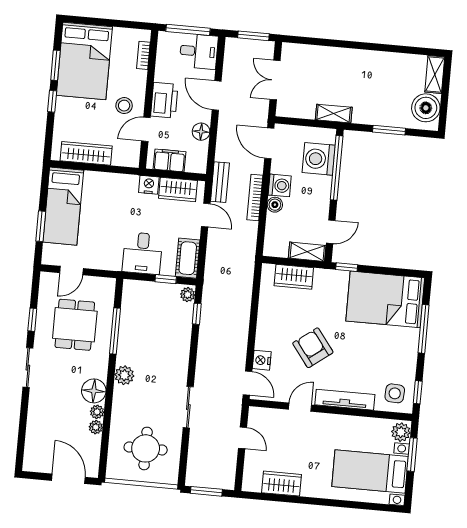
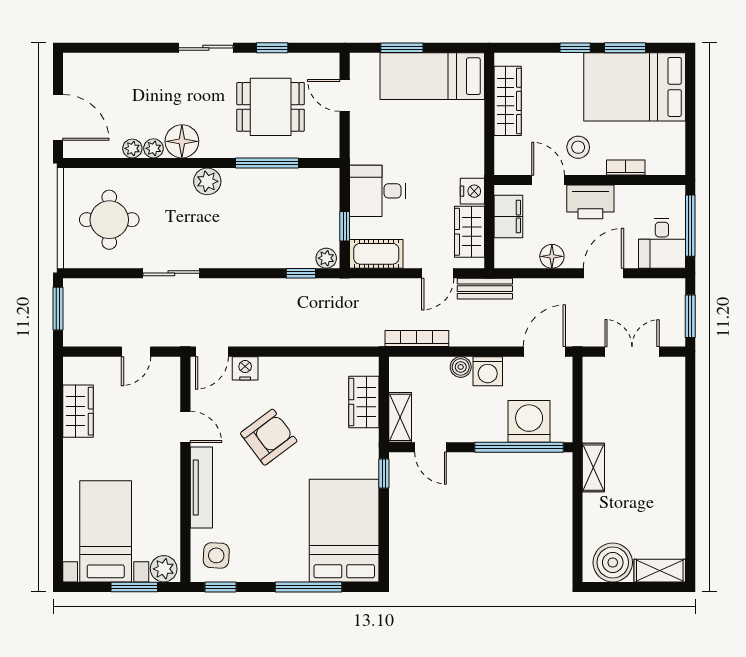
bookcase: (143, 55) -> (626, 168), moved
shelving: (334, 114) -> (593, 468), moved
window: (389, 130) -> (577, 515), removed
bookcase: (255, 198) -> (417, 339), moved
door: (68, 479) -> (58, 117), hinge flipped

